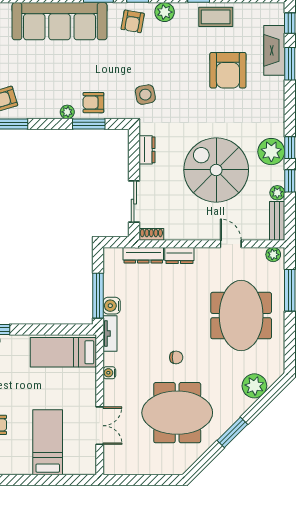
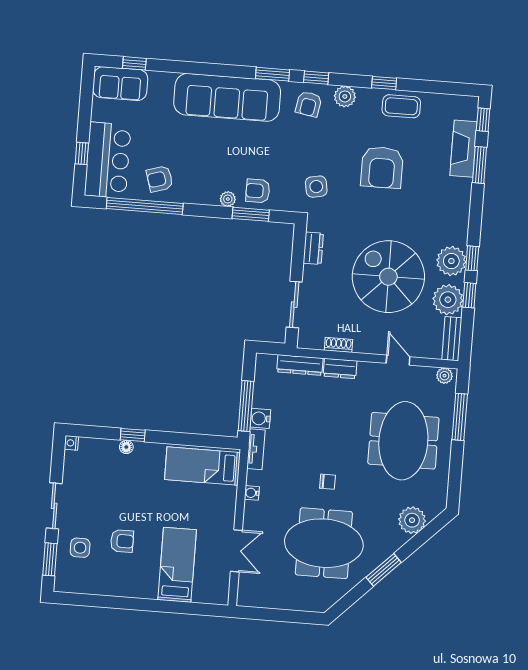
armchair: (228, 70) -> (382, 167), moved
plant: (277, 193) -> (448, 300), width x1.87, depth x1.87
shoe rack: (151, 234) -> (339, 345), moved

